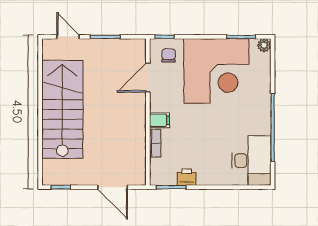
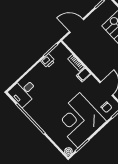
desk: (251, 161) -> (23, 92), width x0.73

